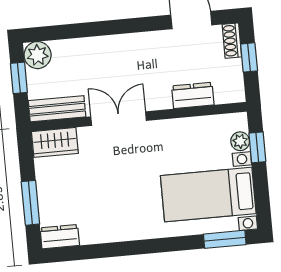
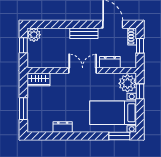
bench: (57, 109) -> (84, 33), moved
double door: (119, 119) -> (83, 70), moved
plant: (240, 141) -> (127, 83), width x1.87, depth x1.87
dresser: (60, 237) -> (63, 127), moved

